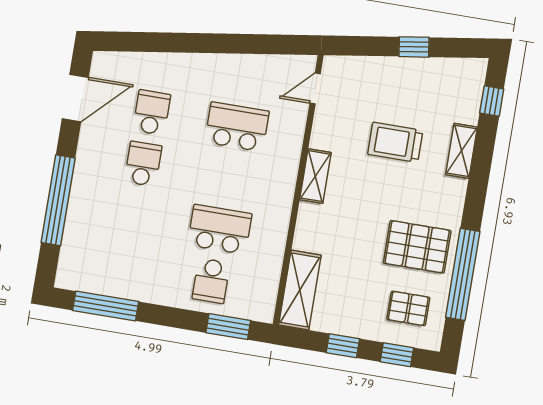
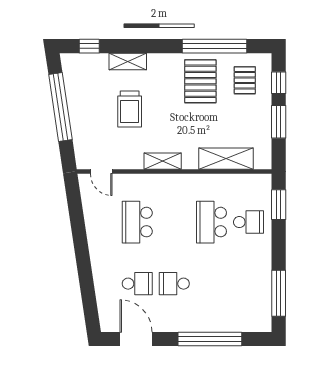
window: (414, 47) -> (60, 107), width x3.17
school desk: (152, 112) -> (137, 284), turned 180
shelving: (300, 290) -> (226, 159), moved
window: (343, 346) -> (279, 122), width x1.50

